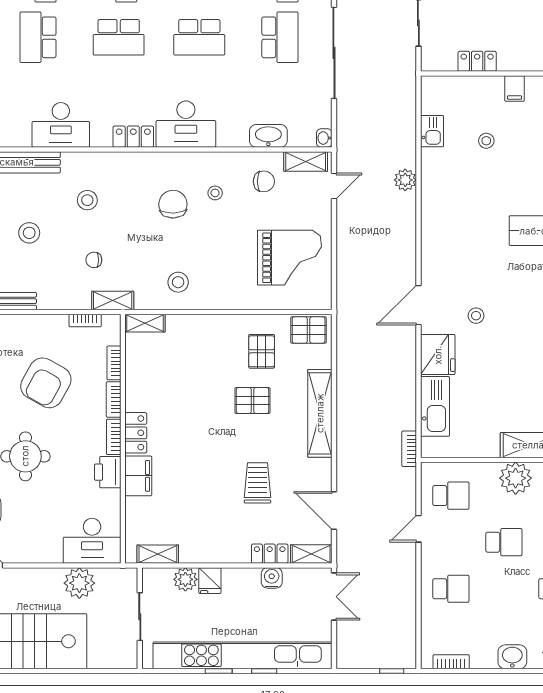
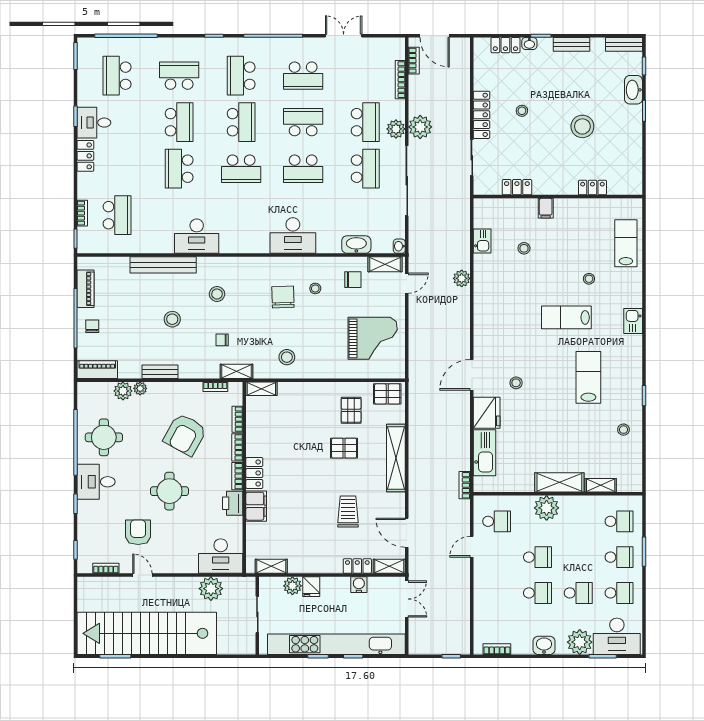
locker: (133, 137) -> (252, 245), removed
school desk: (451, 589) -> (537, 593), moved

